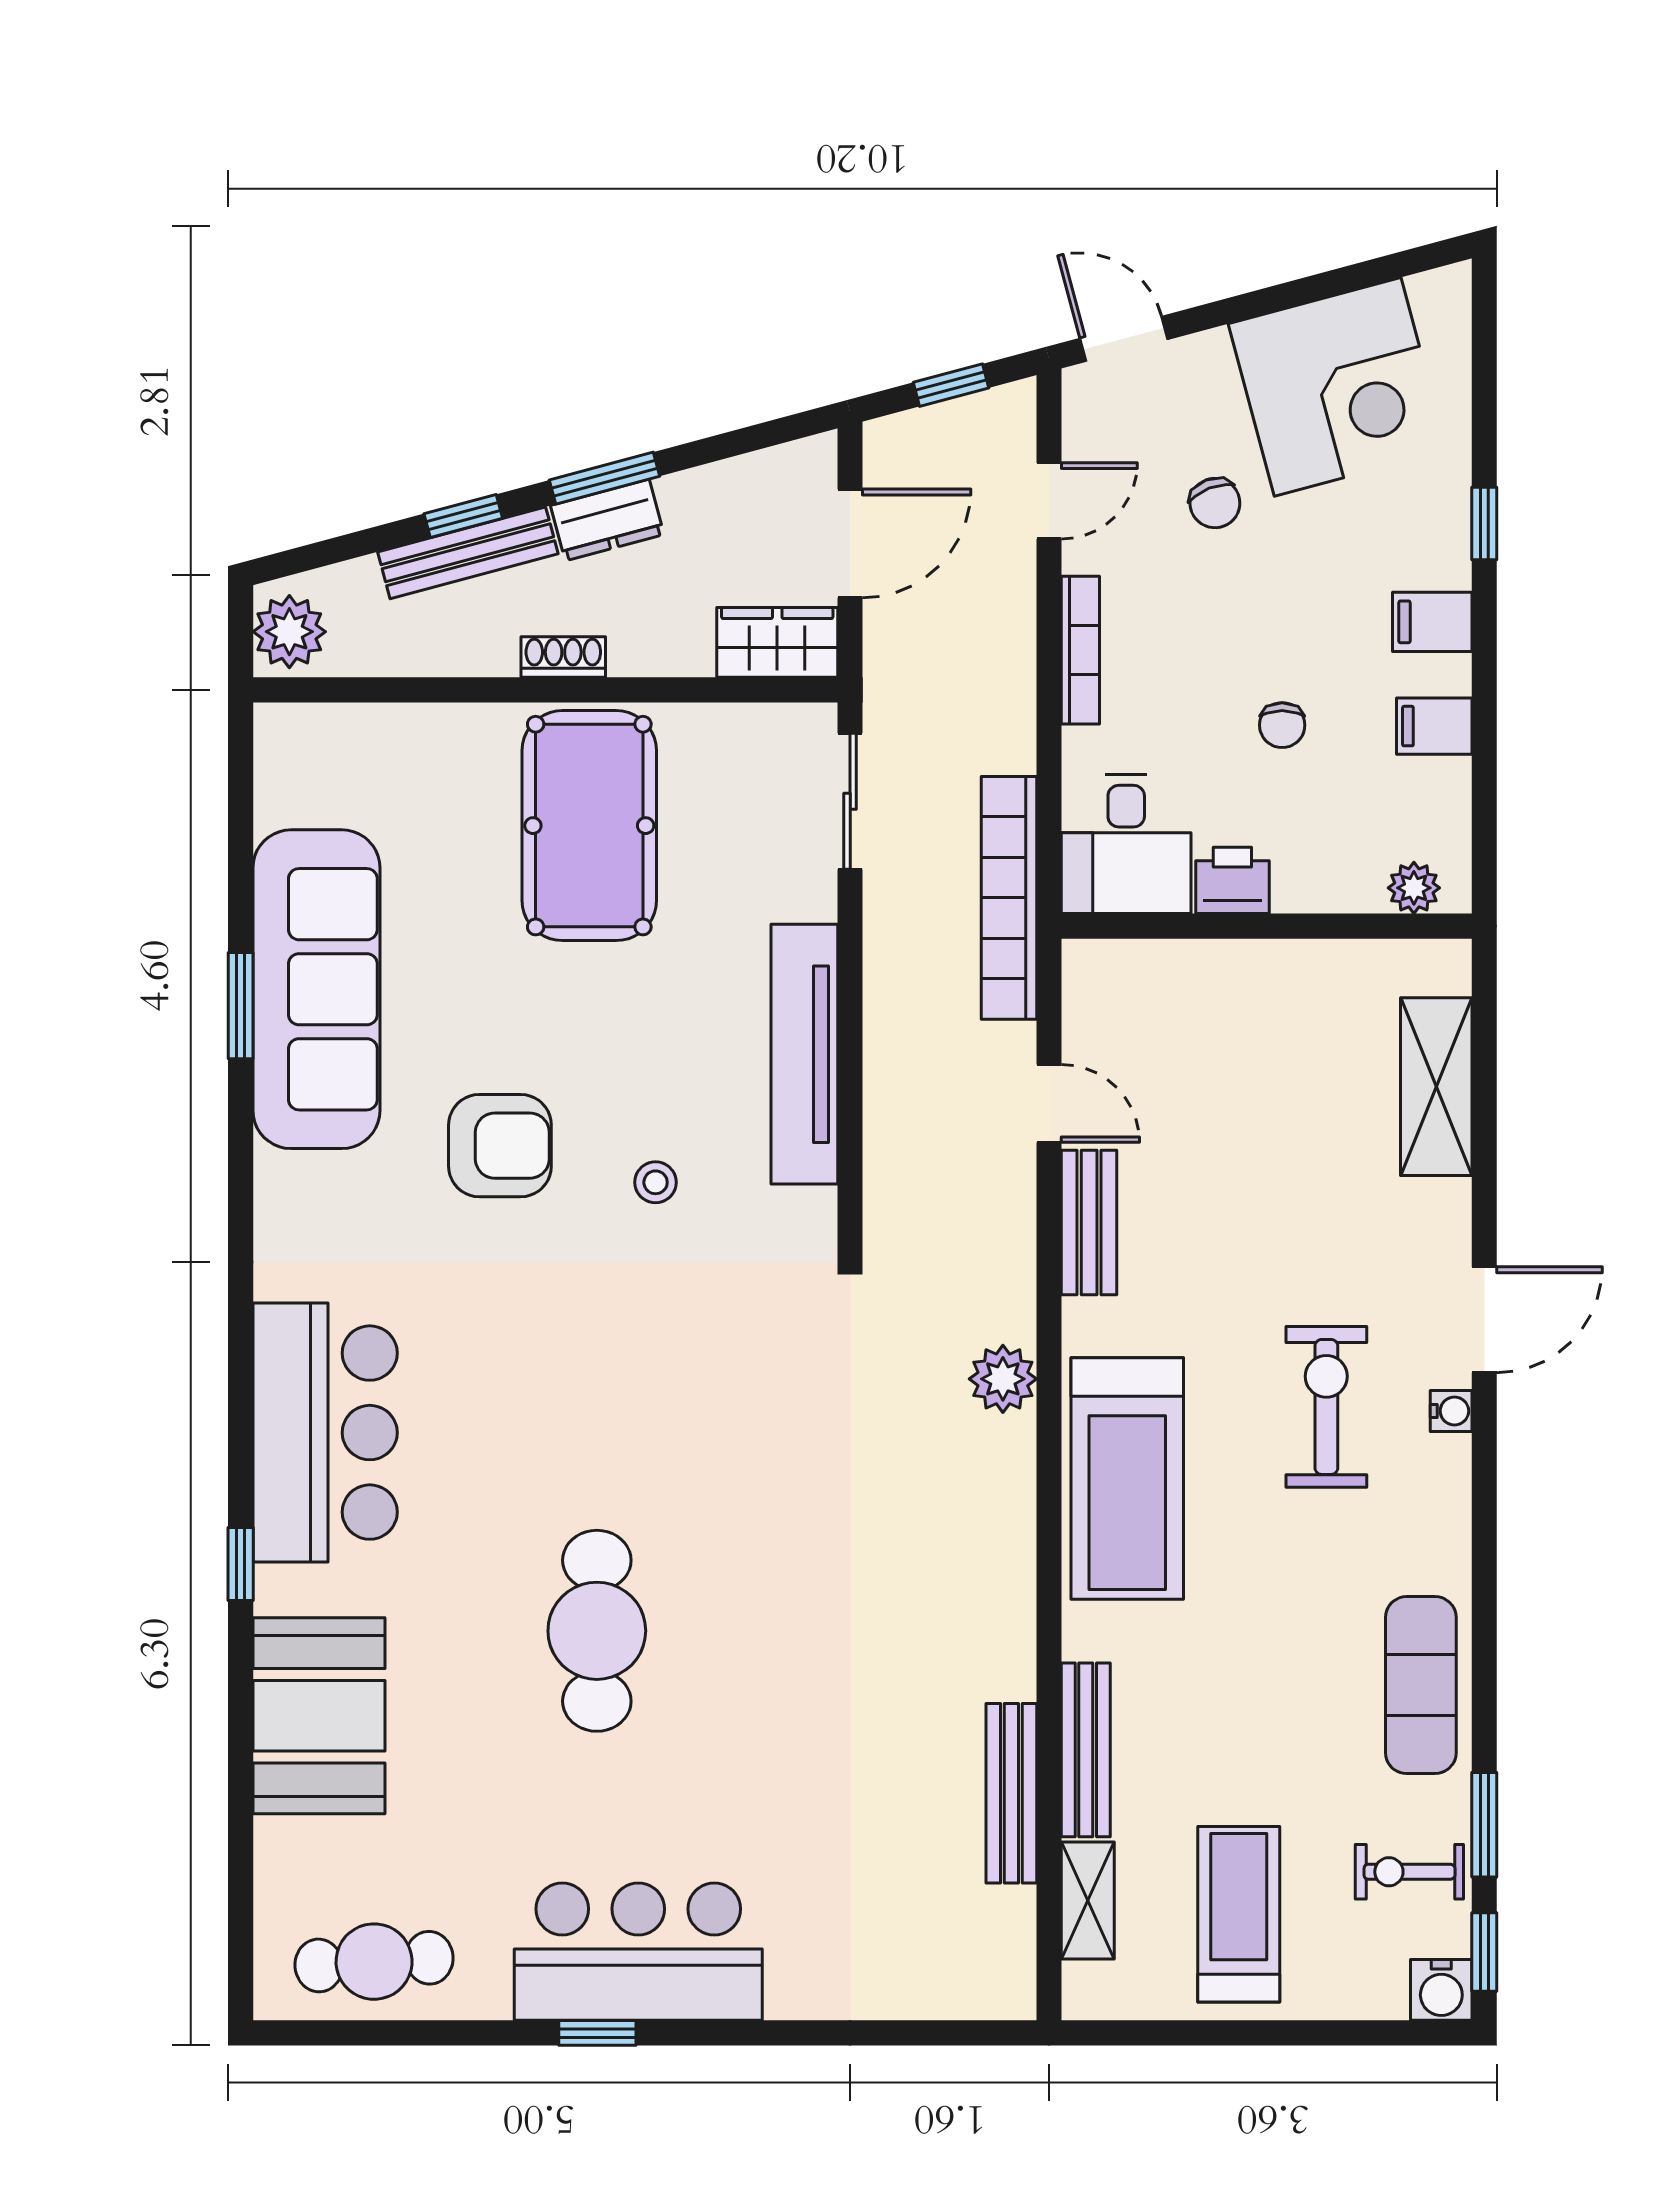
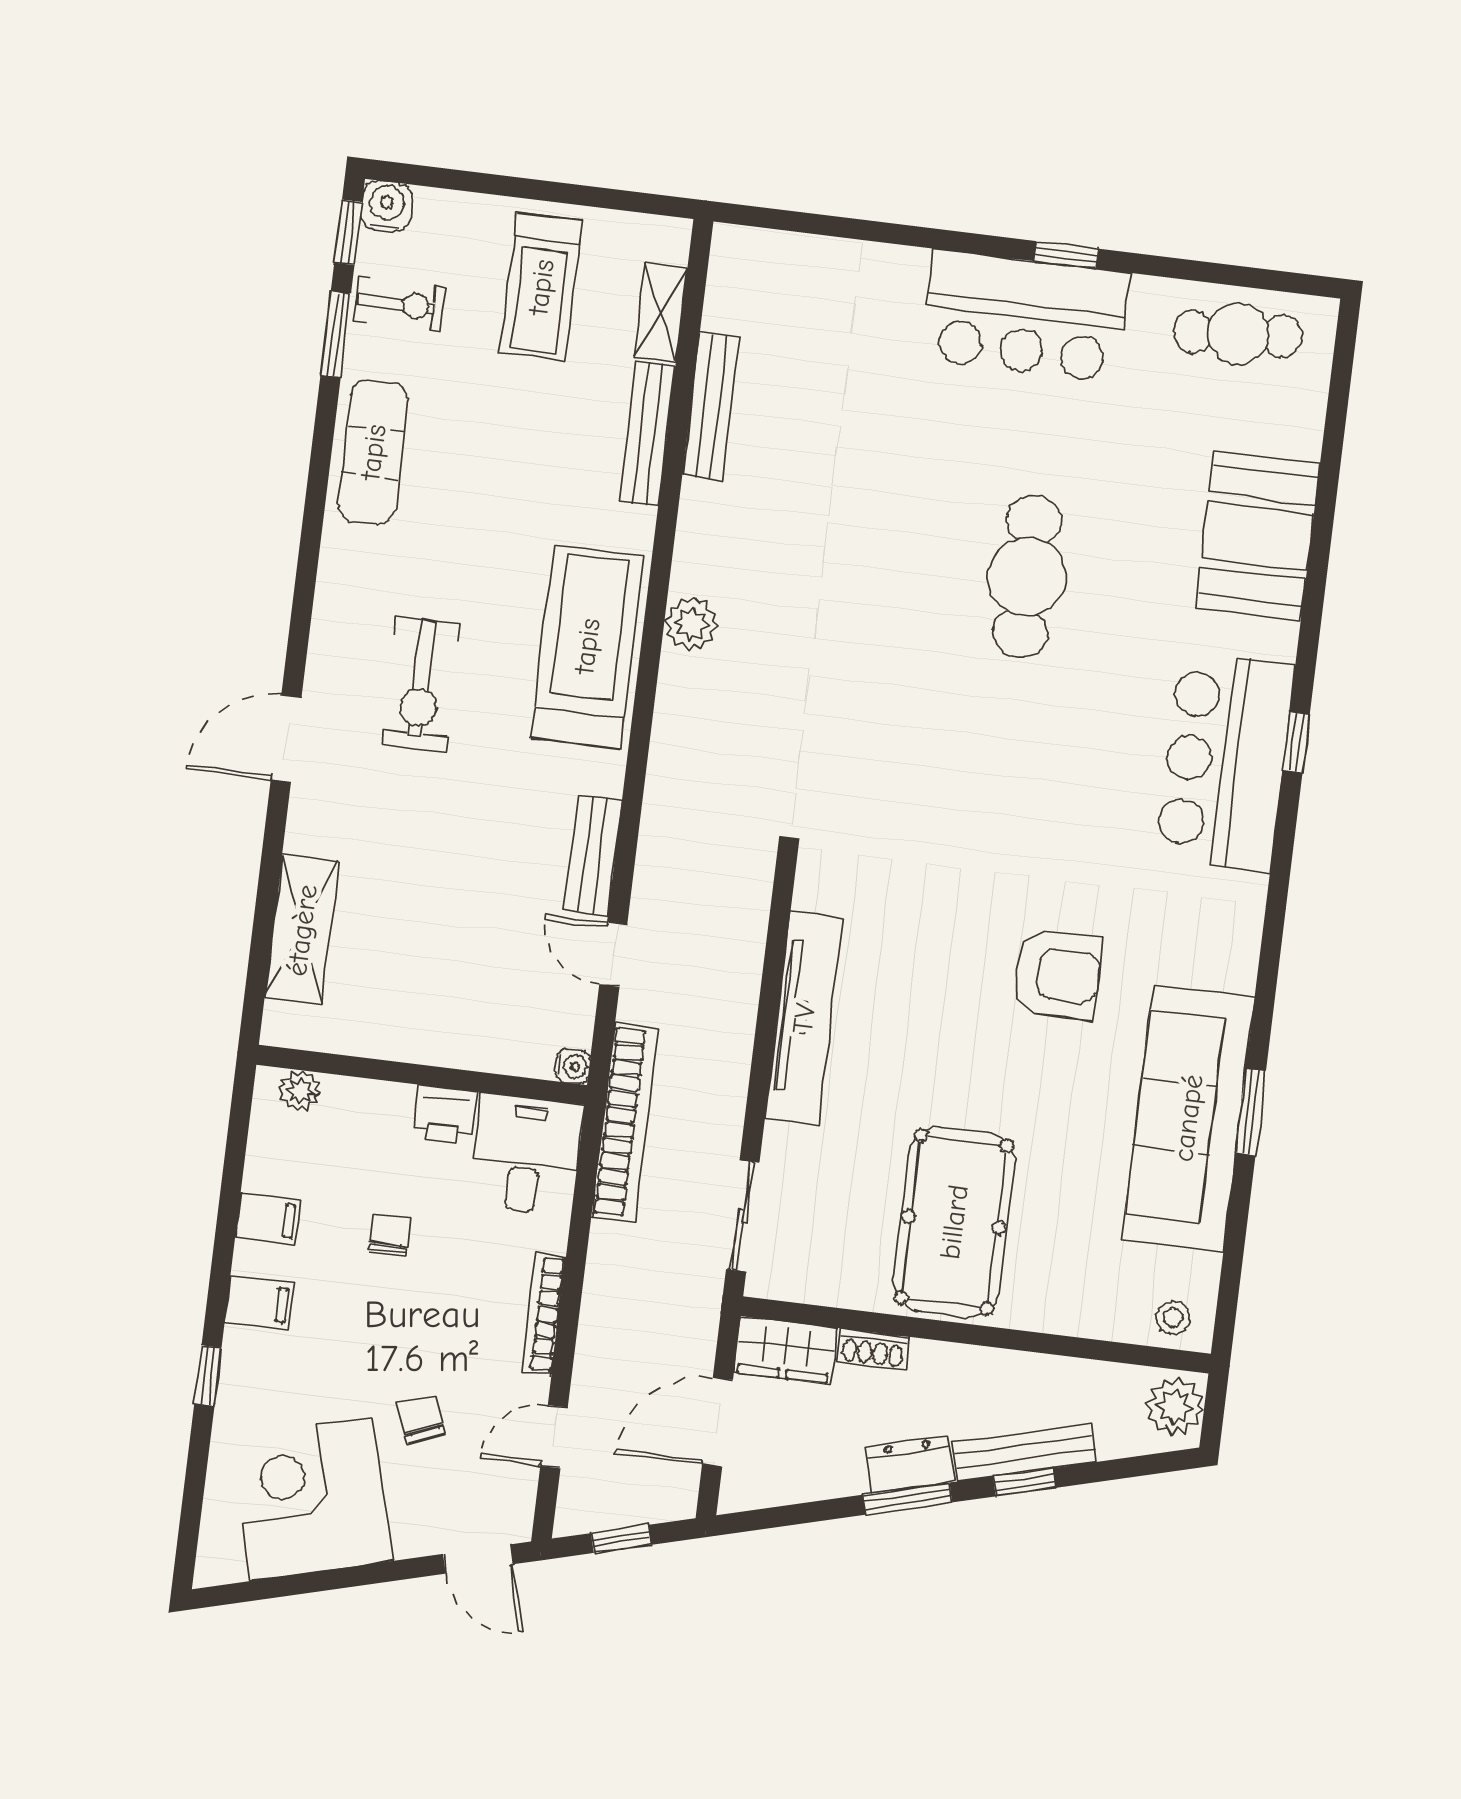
shoe rack: (563, 657) -> (873, 1349), moved
armchair: (500, 1146) -> (1057, 975), turned 180
stool: (656, 1182) -> (1173, 1318), moved
plant: (1003, 1379) -> (691, 624), moved
water cooler: (1451, 1411) -> (573, 1066), moved, turned 180
window: (241, 1564) -> (1296, 742), moved

